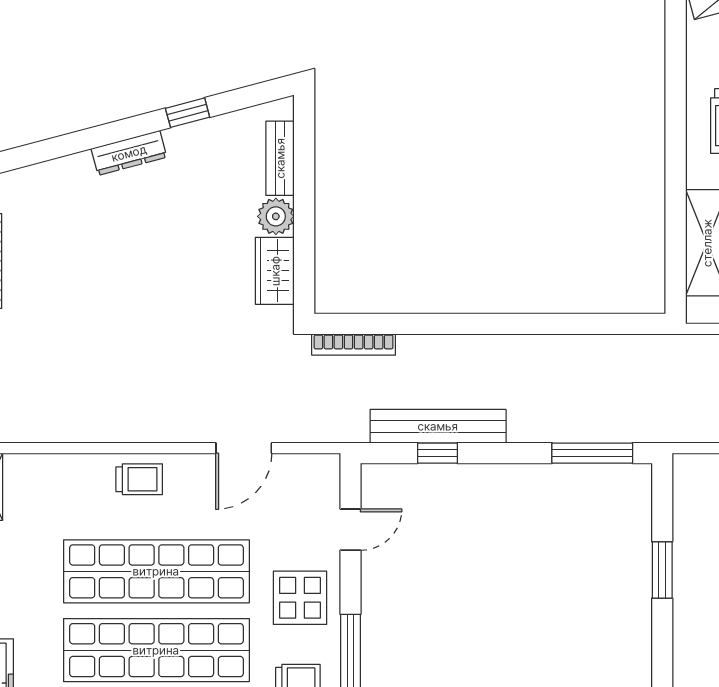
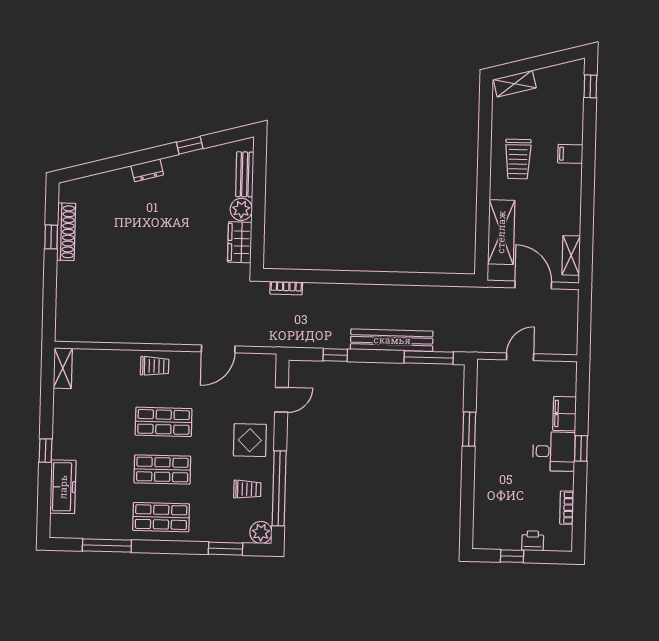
dresser: (129, 153) -> (147, 170), width x0.70
bookcase: (354, 344) -> (286, 288), width x0.64
bench: (438, 426) -> (392, 340), moved
shop shelf: (156, 571) -> (164, 422), width x0.50, depth x0.74
shop shelf: (156, 650) -> (162, 470), width x0.50, depth x0.74

